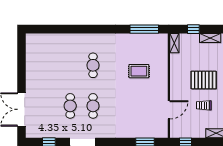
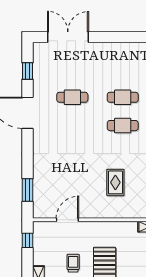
cafe table: (93, 106) -> (123, 97), moved
door: (169, 110) -> (67, 220), swing flipped

